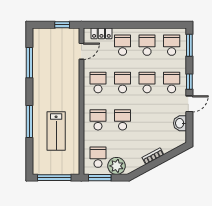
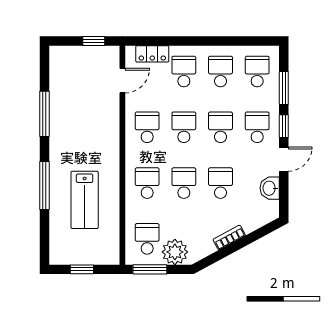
window: (189, 45) -> (284, 88), moved
window: (29, 63) -> (44, 114), moved
school desk: (147, 120) -> (221, 183), added
window: (54, 178) -> (82, 269), width x0.46

